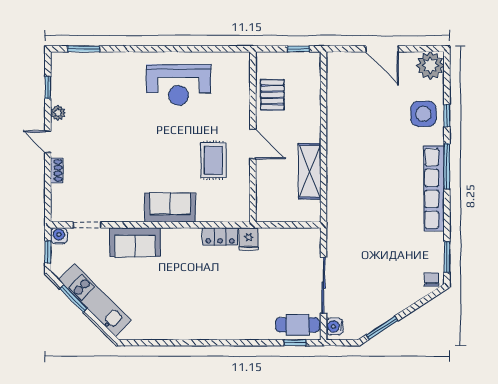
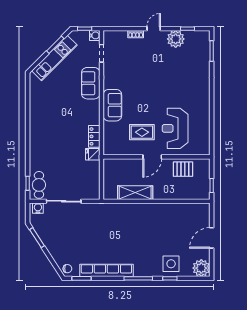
reception desk: (178, 85) -> (175, 128), moved
plant: (58, 113) -> (176, 39), width x1.87, depth x1.87
row of seats: (434, 188) -> (106, 270), moved

